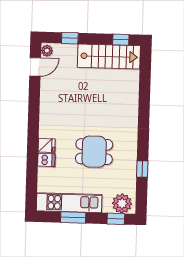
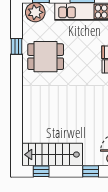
dining table: (94, 152) -> (46, 57), moved

